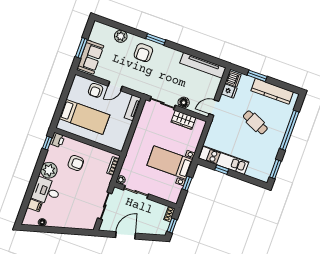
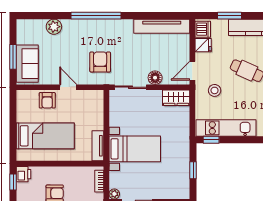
window: (156, 39) -> (96, 16), width x2.11
armchair: (143, 53) -> (100, 62), moved, turned 180
door: (115, 86) -> (68, 87), swing flipped
tv unit: (133, 108) -> (98, 146), moved
wardrobe: (183, 120) -> (176, 98), moved
stool: (225, 129) -> (215, 90), added
bed with nightstands: (170, 162) -> (135, 149), moved, turned 180
window: (222, 170) -> (211, 140), moved

